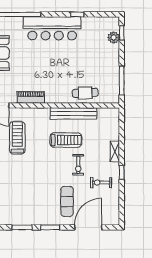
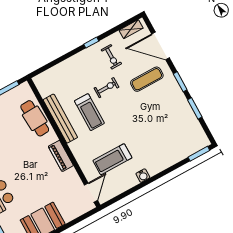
cafe table: (85, 93) -> (35, 118), width x1.37, depth x1.35
piano: (31, 97) -> (61, 156), moved
treadmill: (66, 140) -> (89, 112), turned 180
shelving: (115, 151) -> (131, 29), moved

